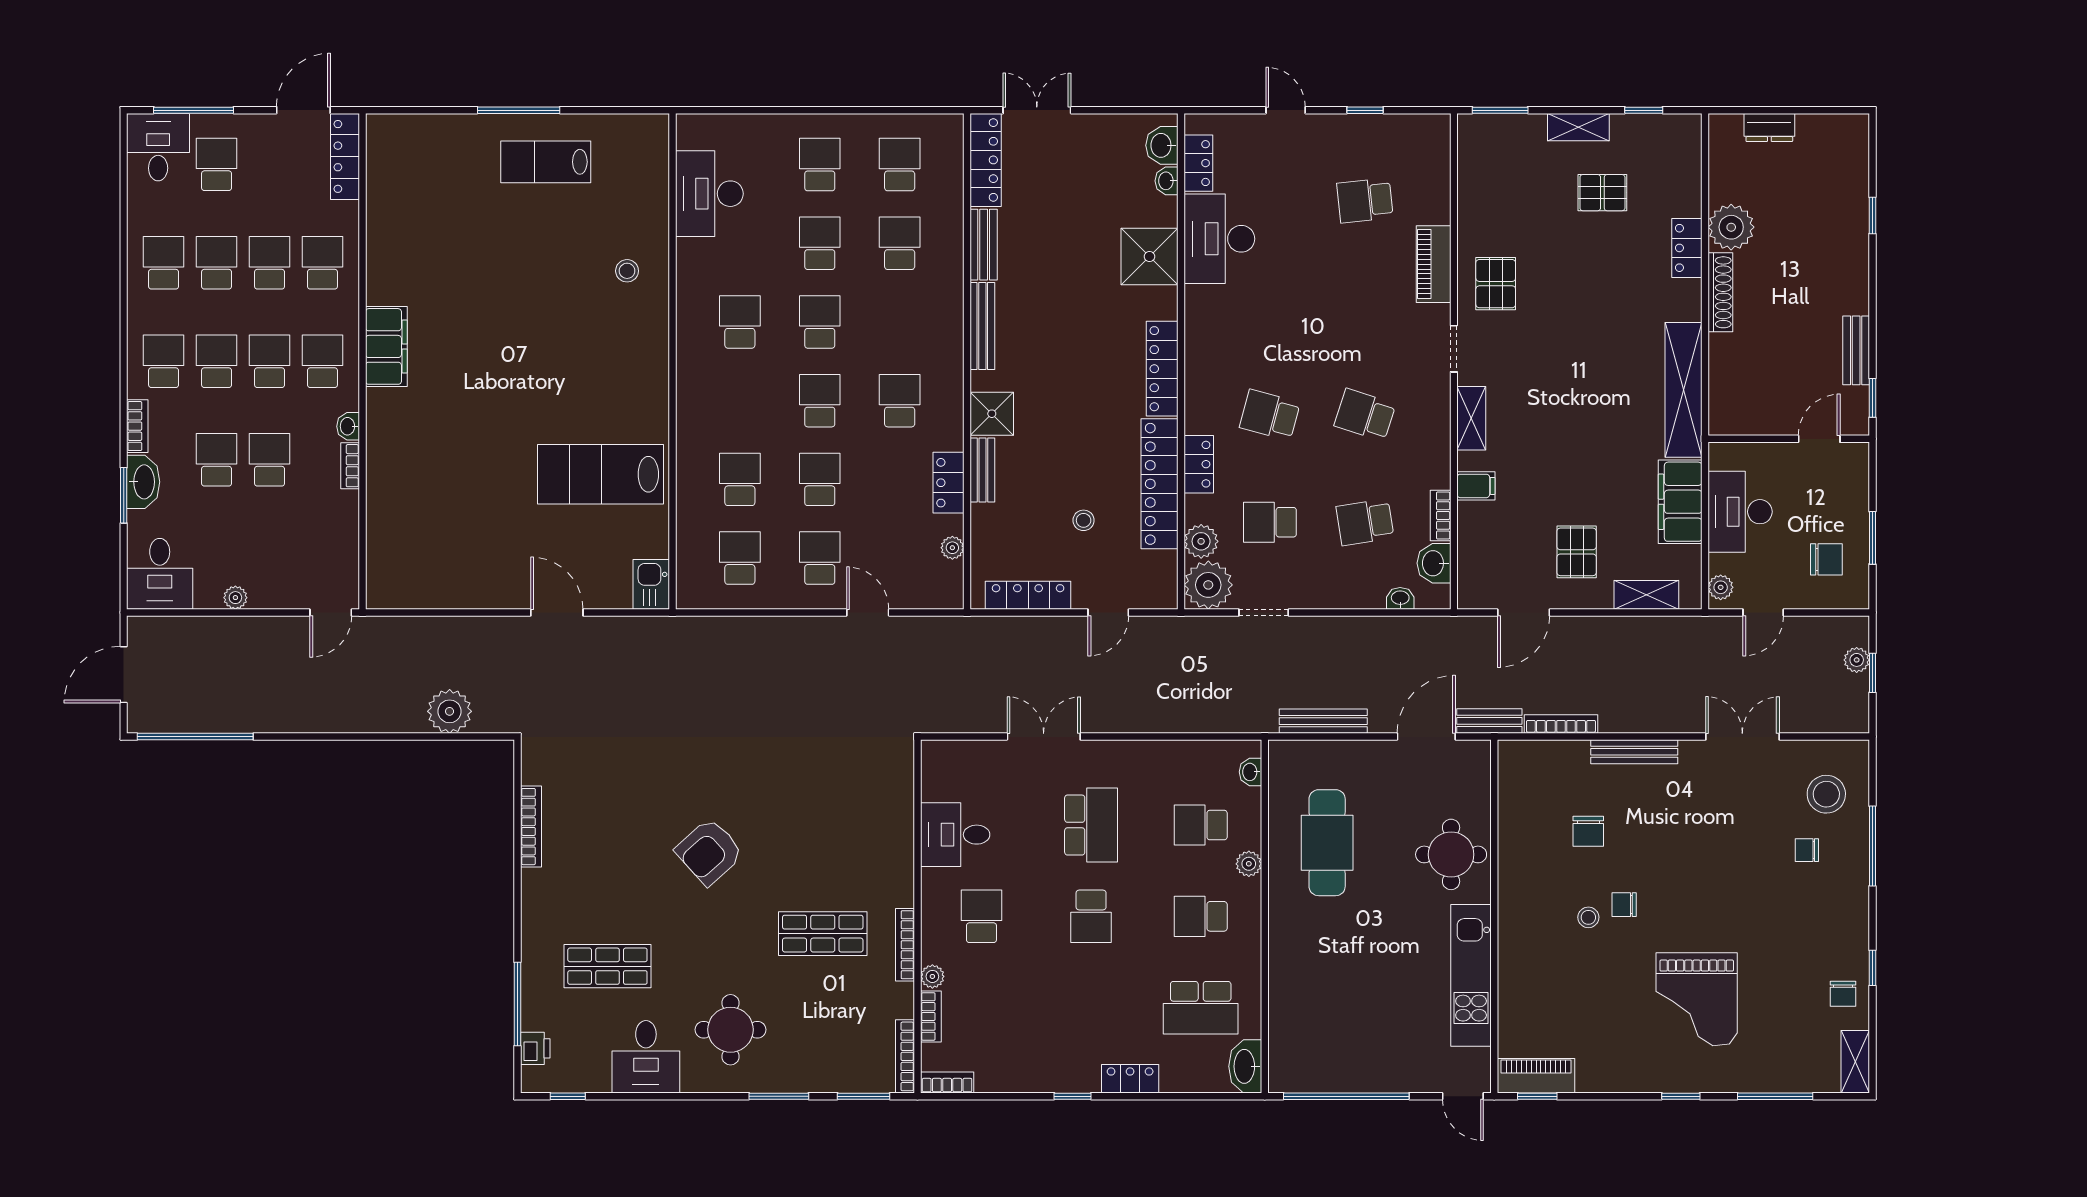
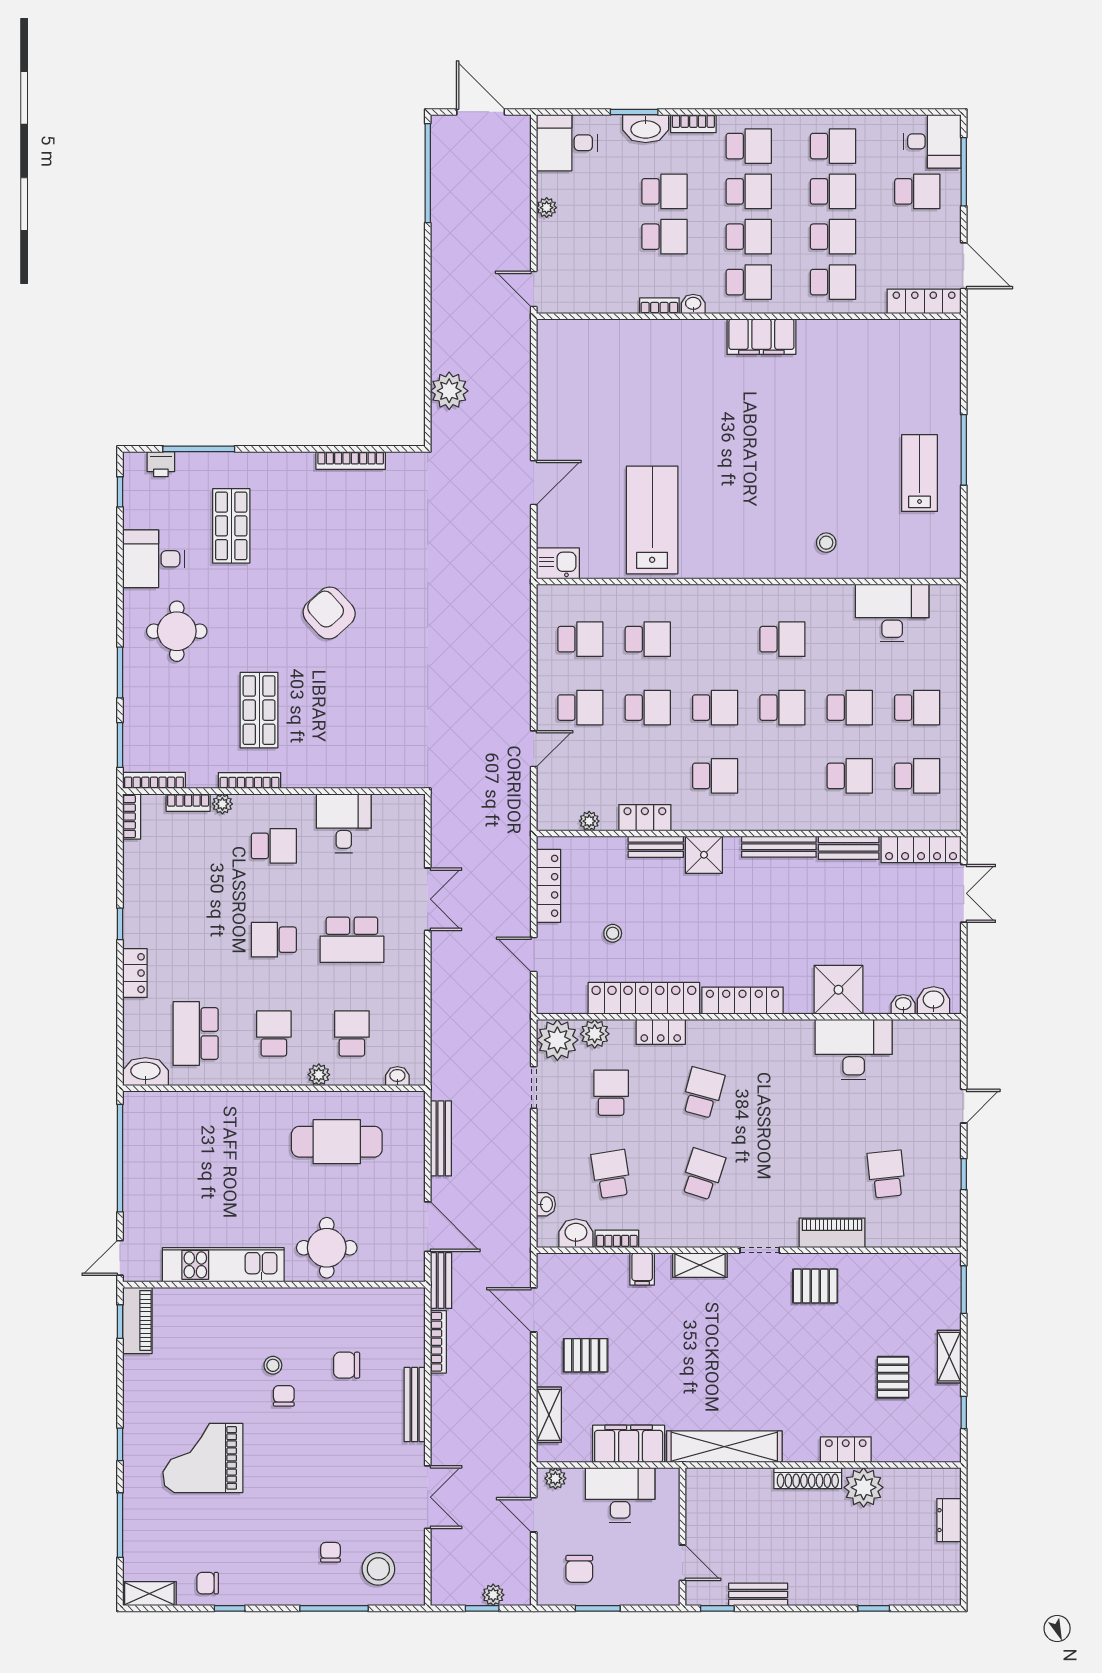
locker: (1198, 163) -> (918, 1032), removed

